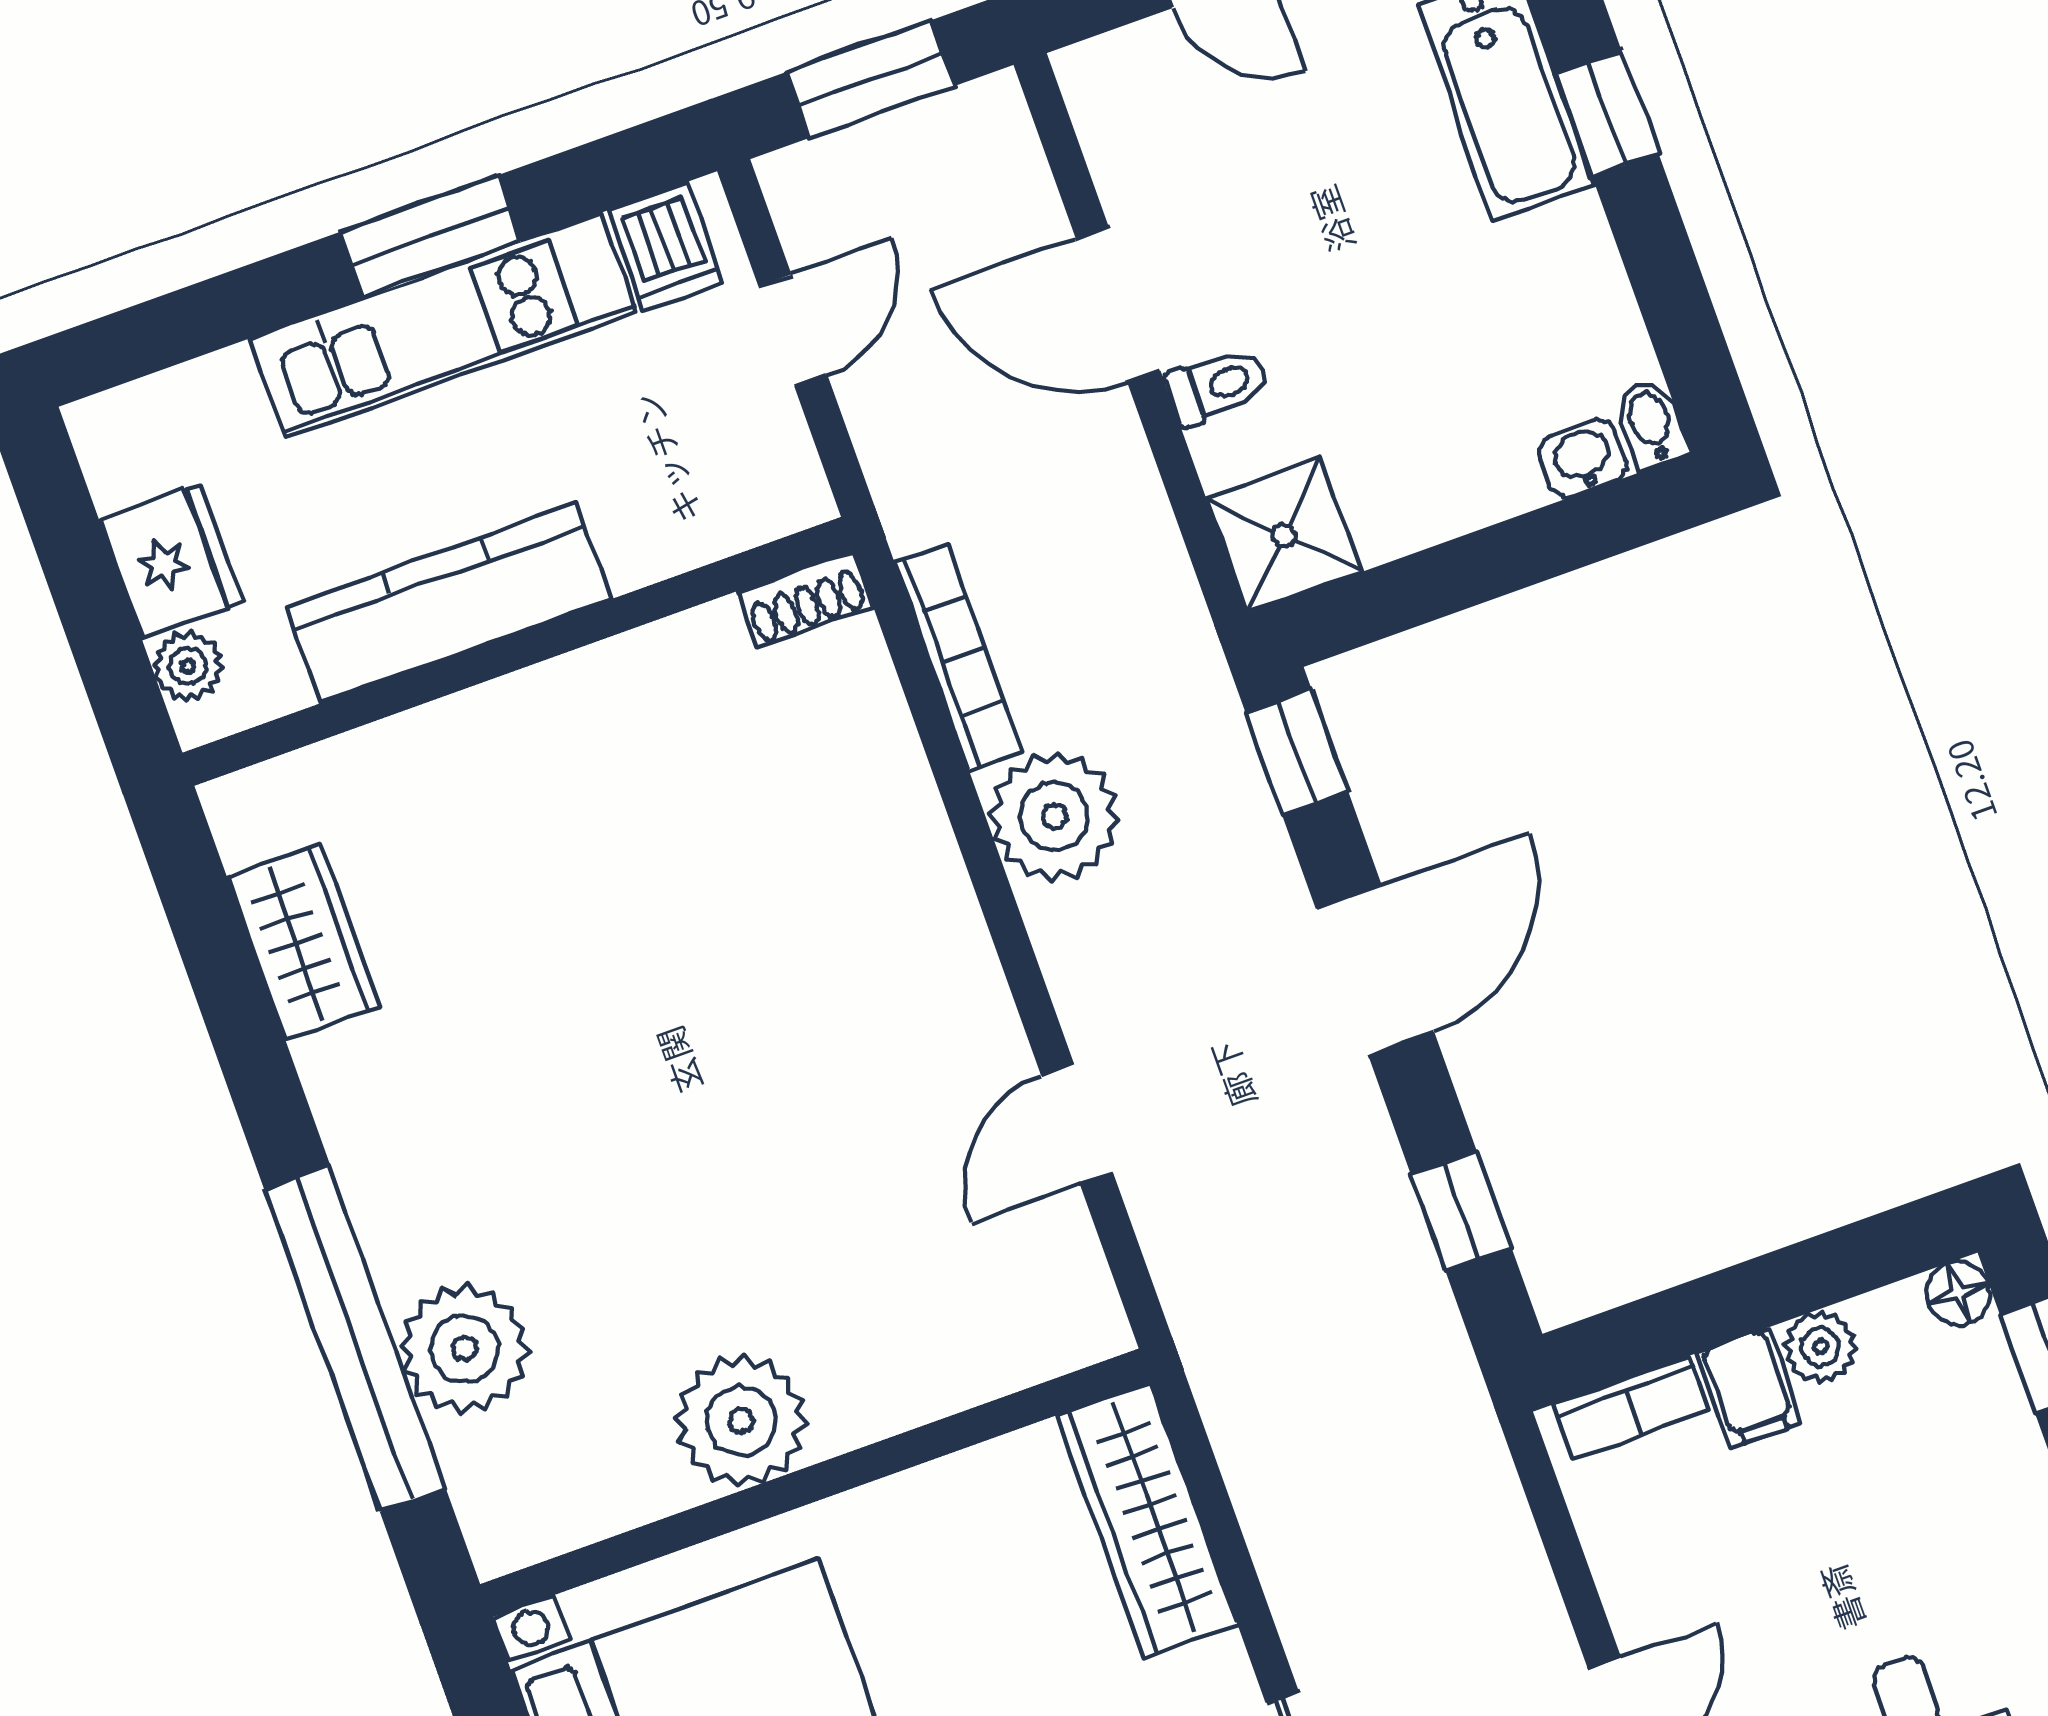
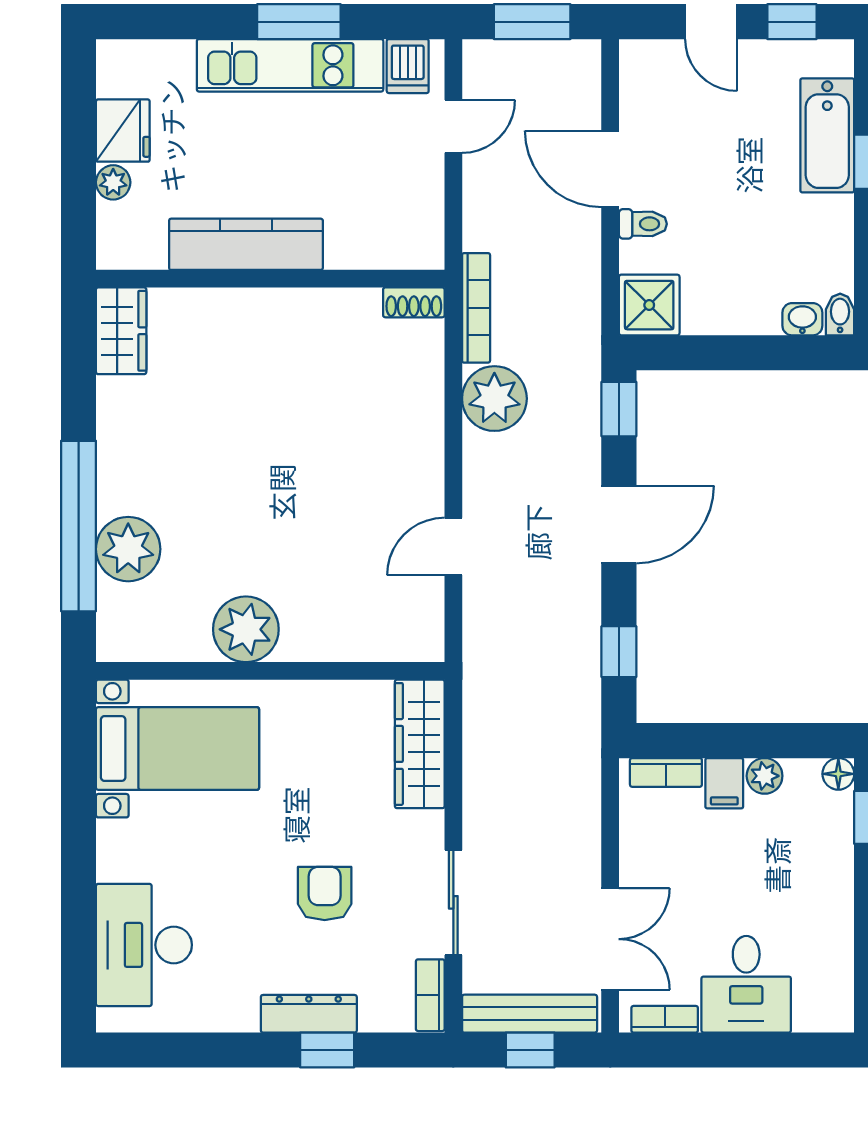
shoe rack: (805, 599) -> (414, 302), moved
kitchen counter: (448, 603) -> (246, 244), moved
wall: (518, 651) -> (270, 279), moved

